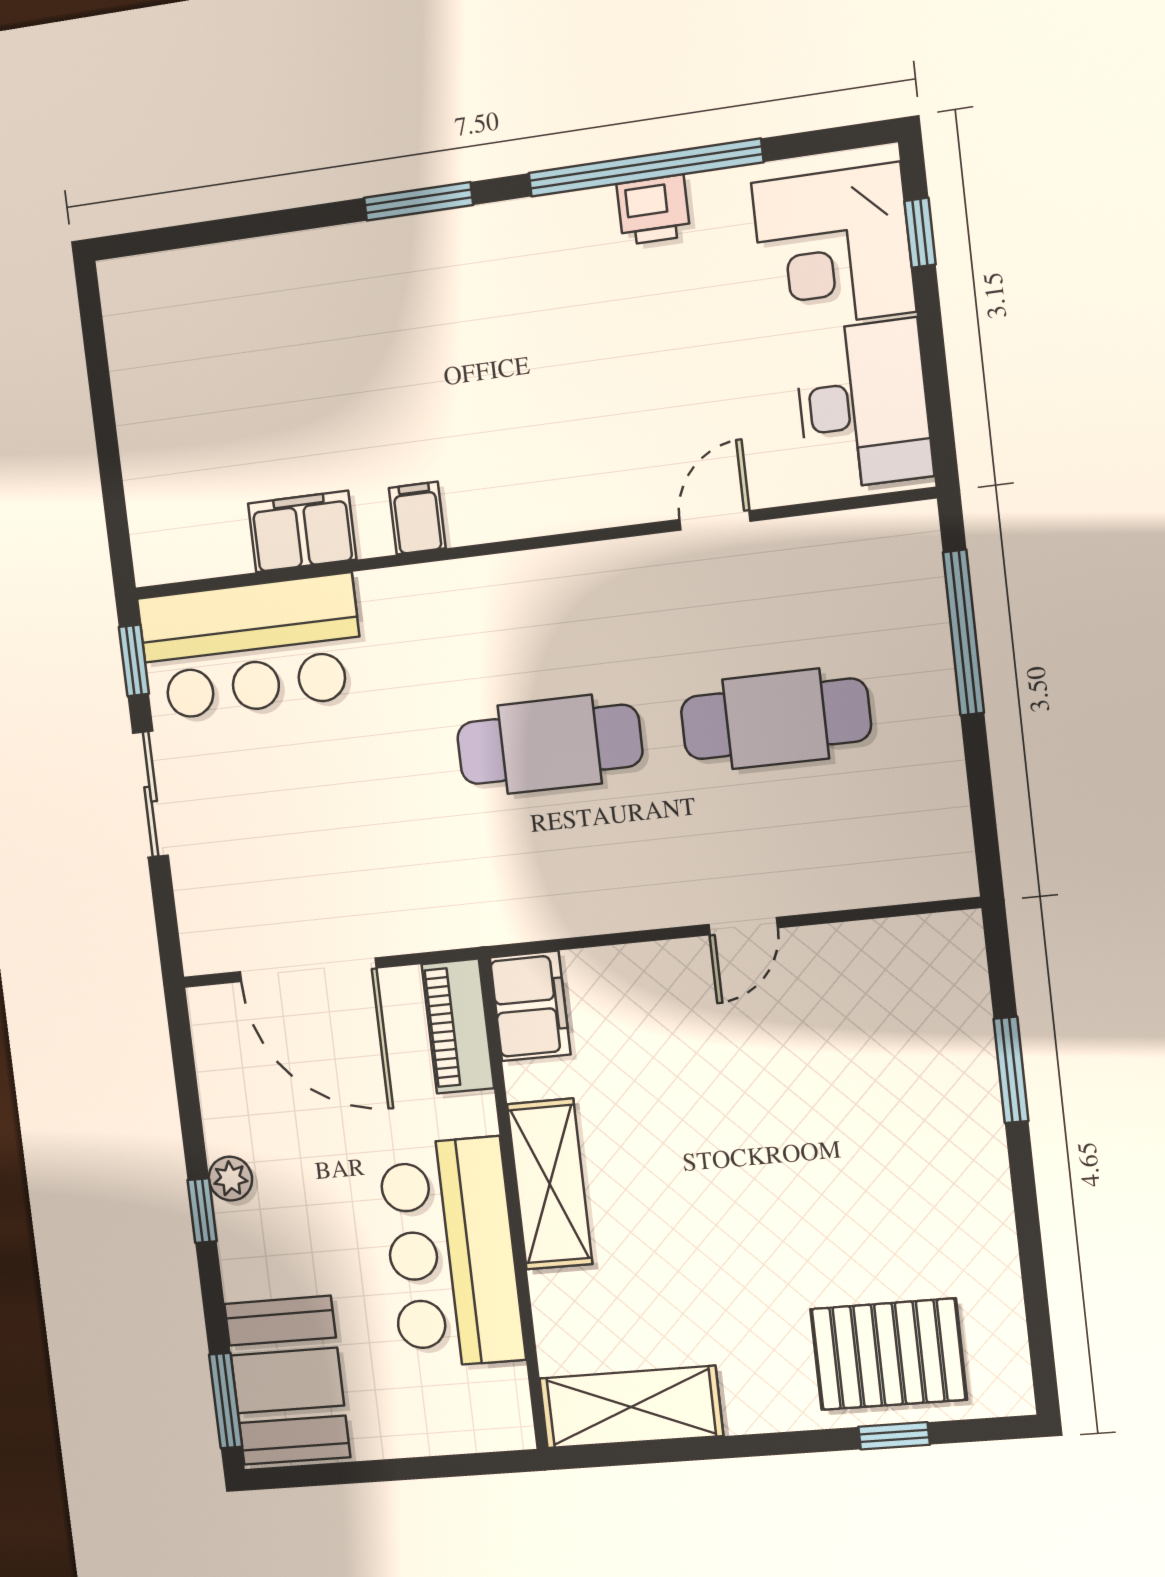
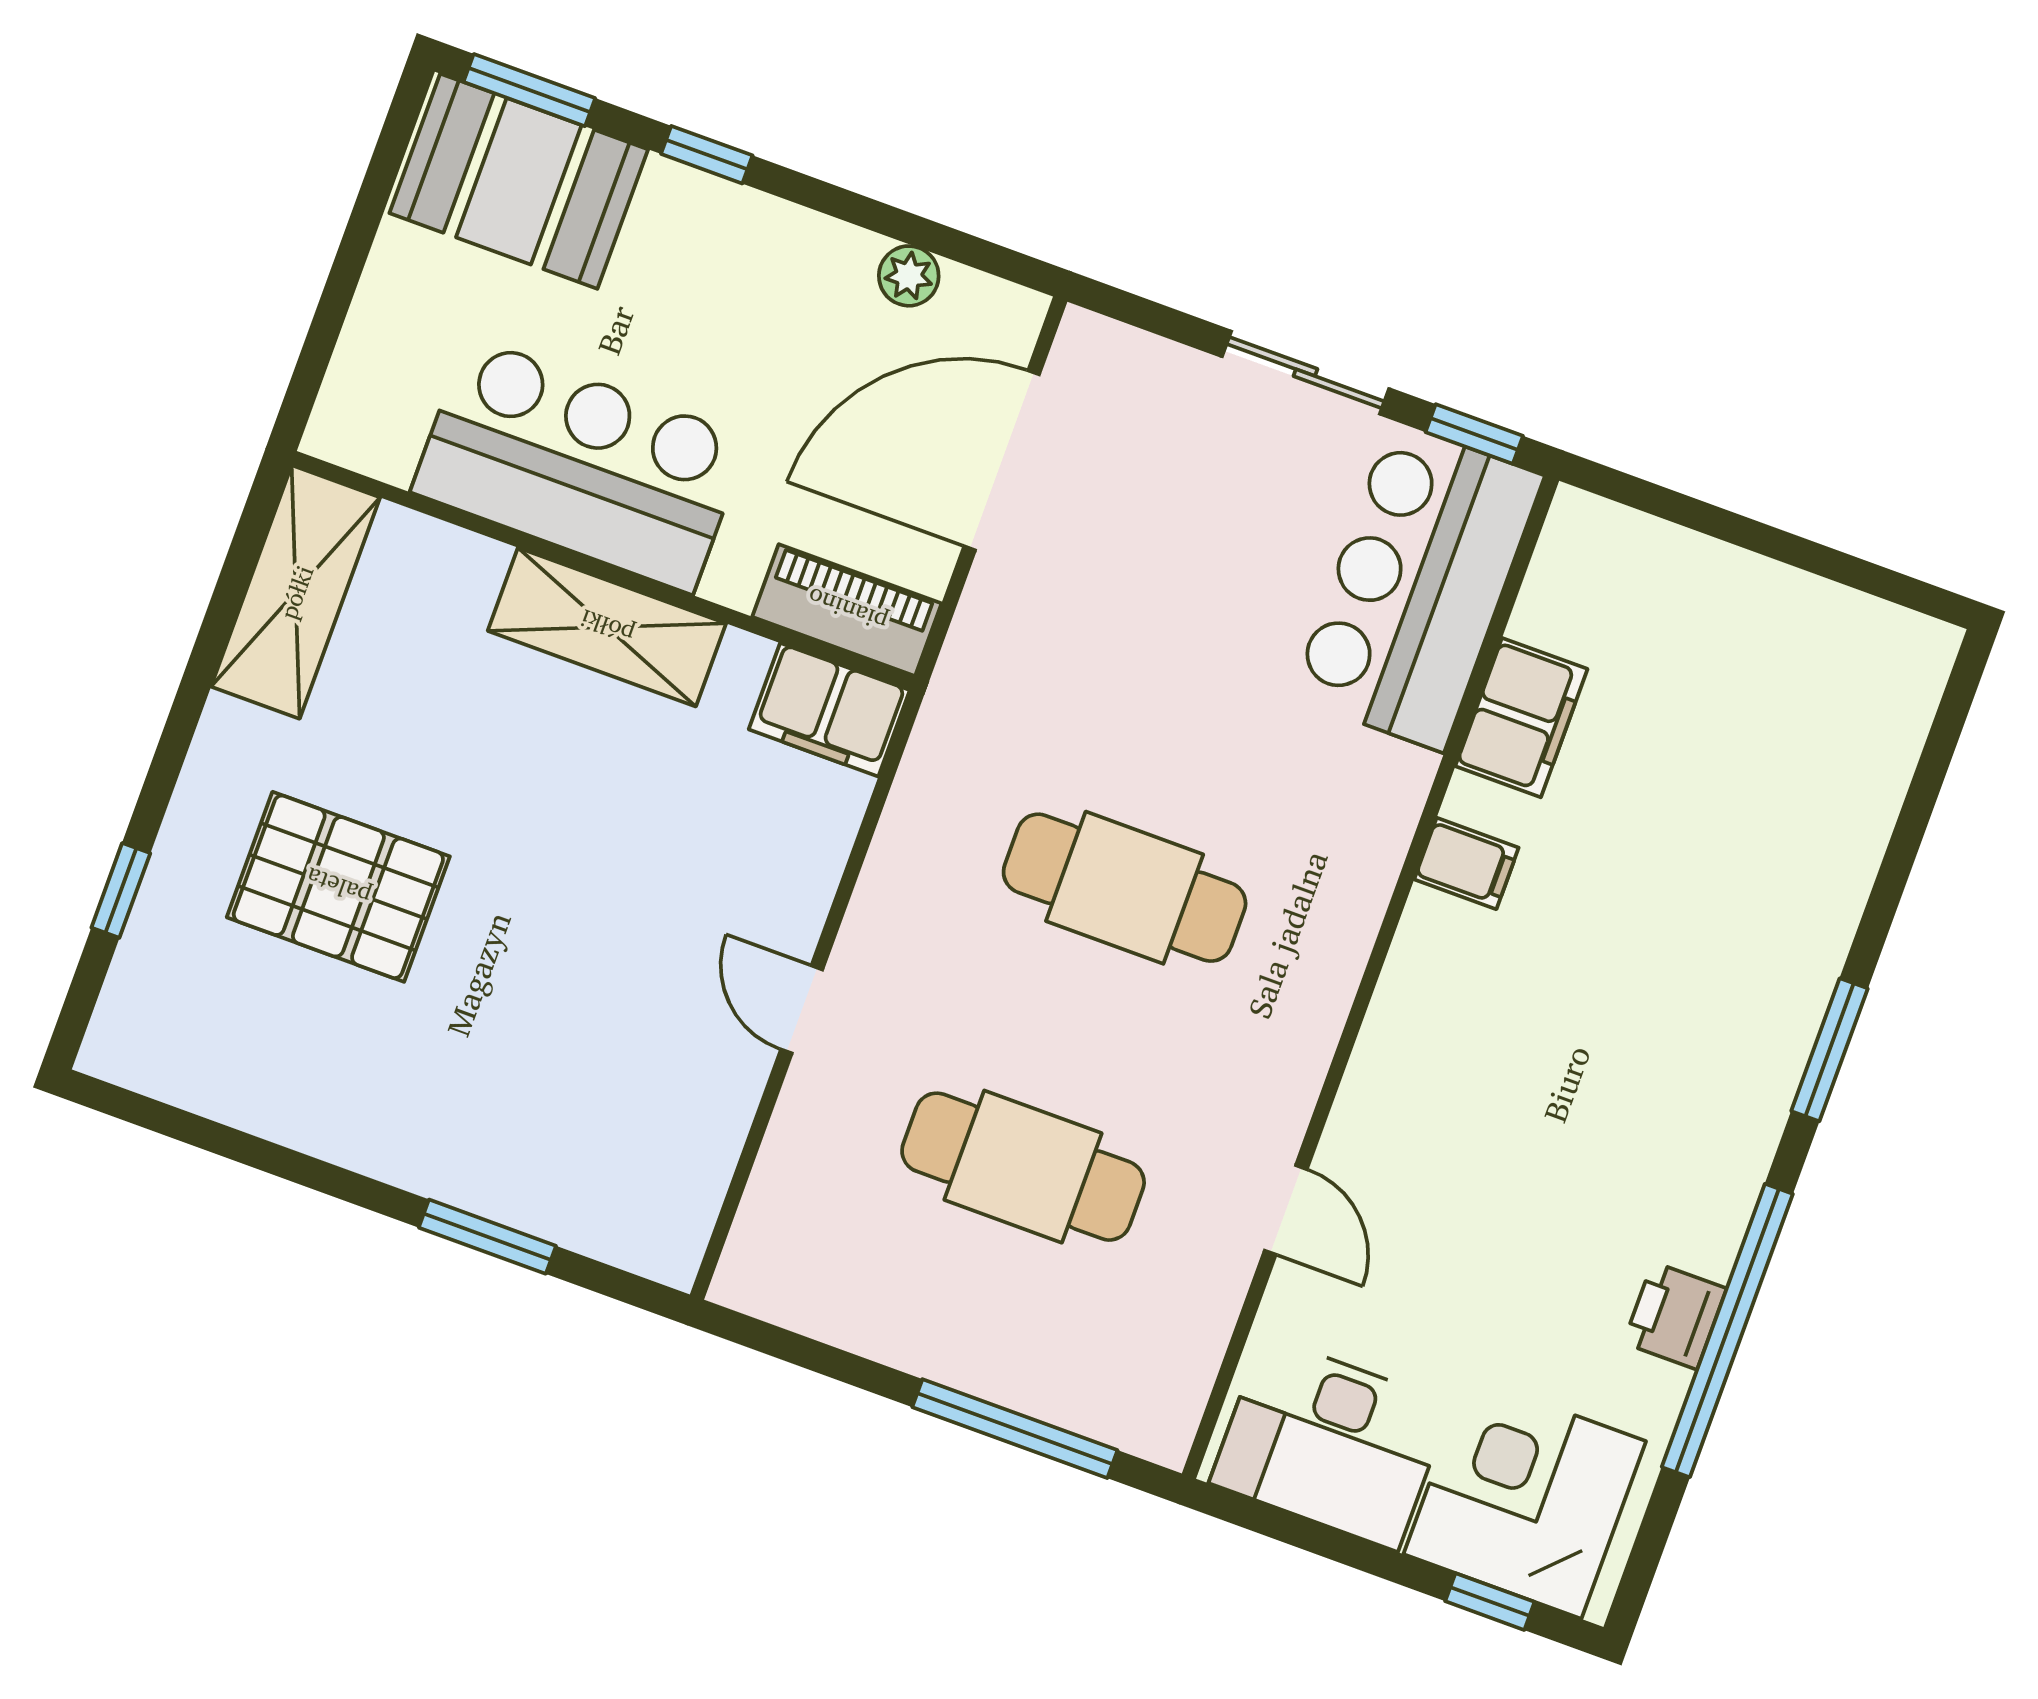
cafe table: (776, 719) -> (1023, 1167), turned 90
cafe table: (550, 744) -> (1125, 888), turned 90
plant: (230, 1179) -> (909, 276), moved
window: (202, 1211) -> (707, 155), moved
pallet: (888, 1354) -> (338, 887), moved, turned 90

